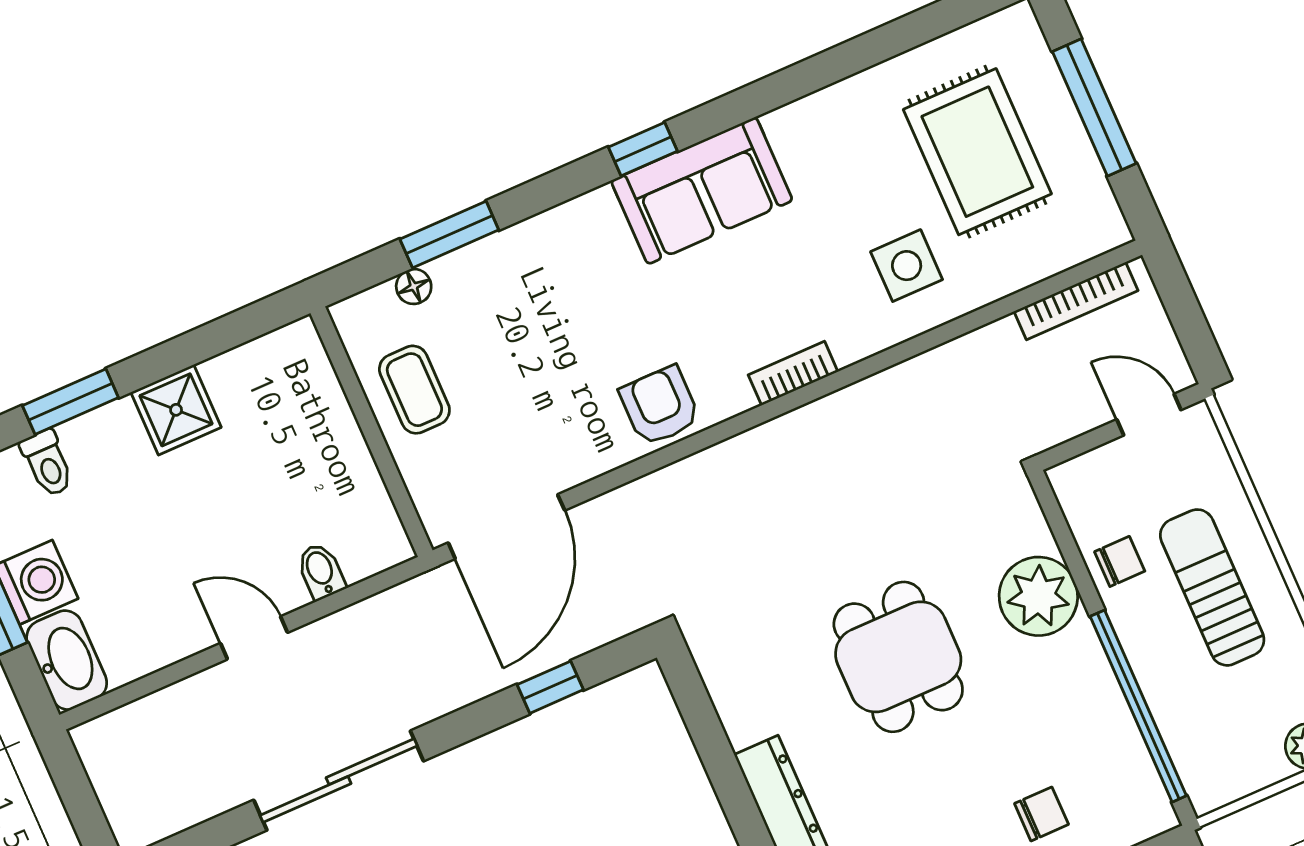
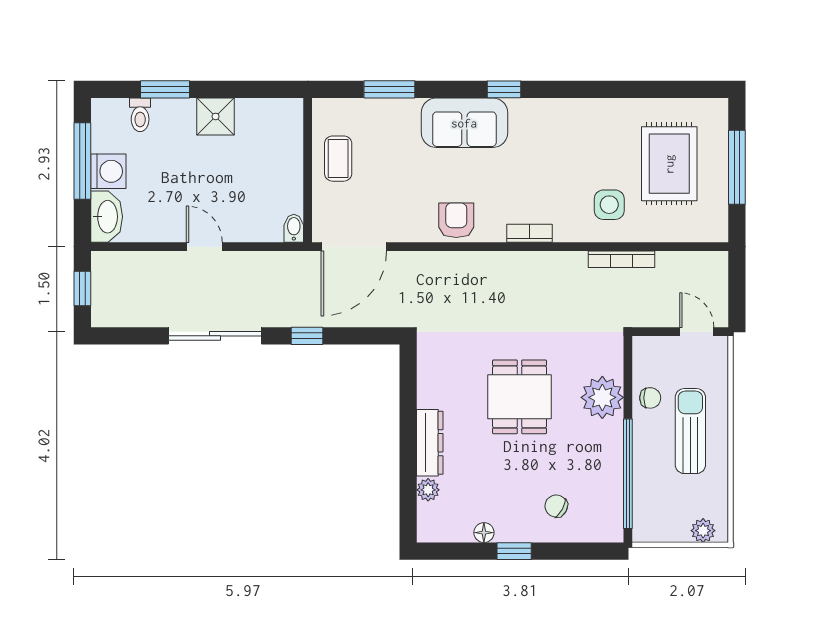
sofa: (702, 191) -> (464, 123), moved
floor lamp: (414, 286) -> (360, 107), removed
bookcase: (1076, 301) -> (621, 259), moved
bidet: (321, 571) -> (294, 228), moved
window: (550, 687) -> (307, 336), moved
window: (79, 799) -> (82, 288), added
chair: (1041, 814) -> (556, 506), turned -151

